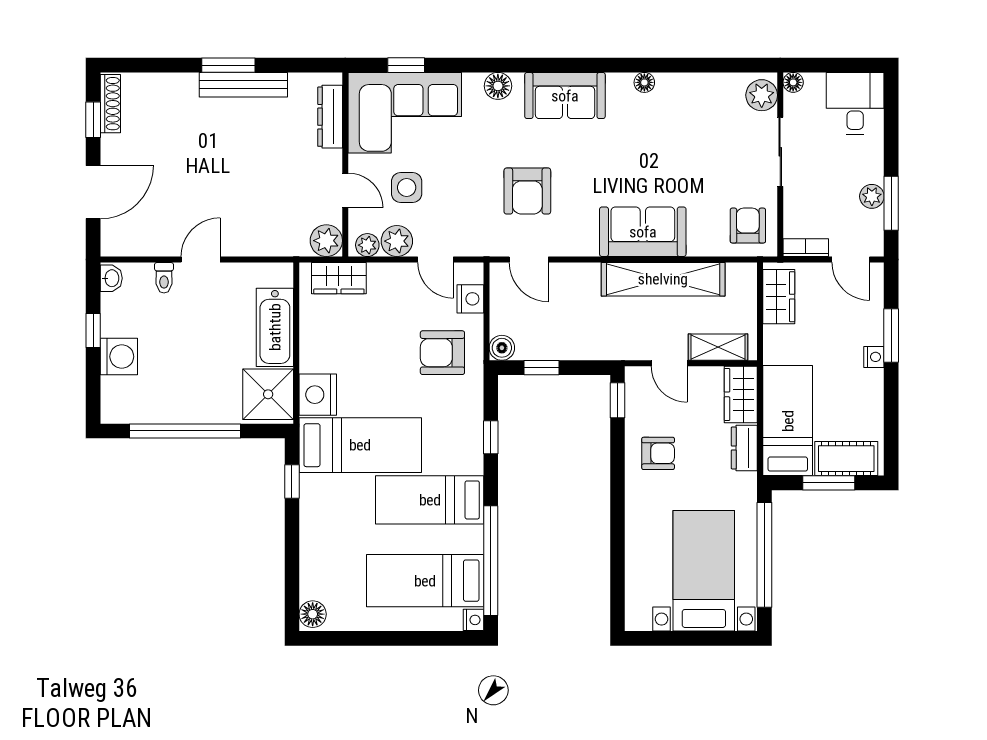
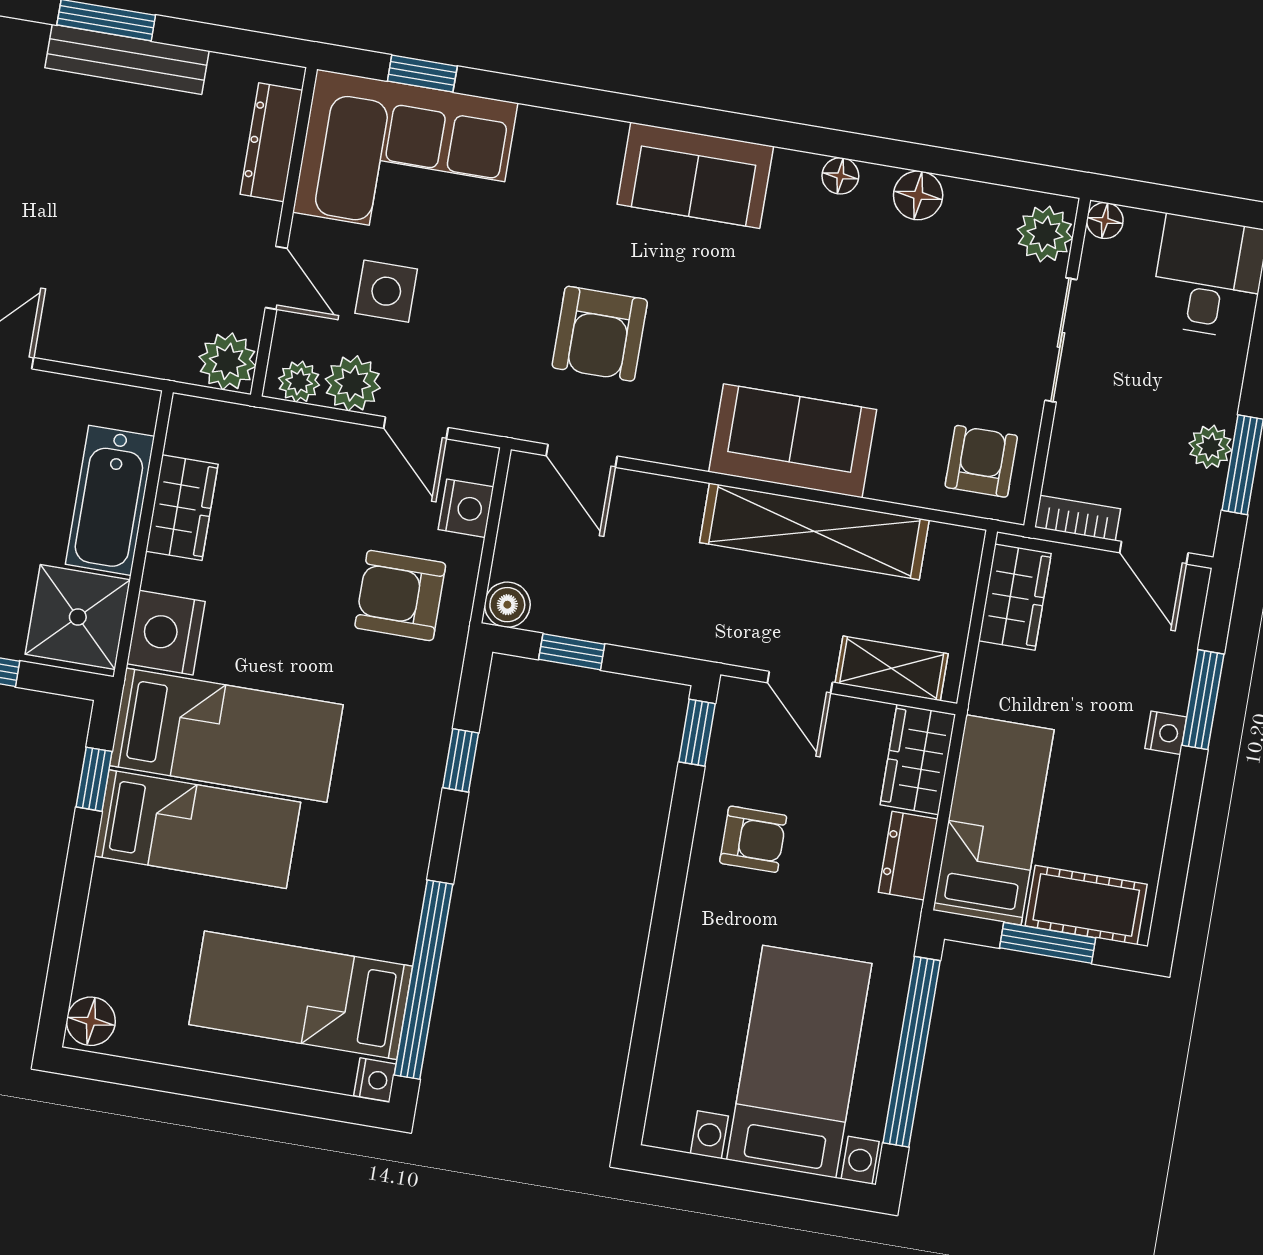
floor lamp: (498, 86) -> (918, 195), moved
wardrobe: (339, 278) -> (182, 508), moved, turned -90
bed: (430, 500) -> (197, 829), moved, turned 180

